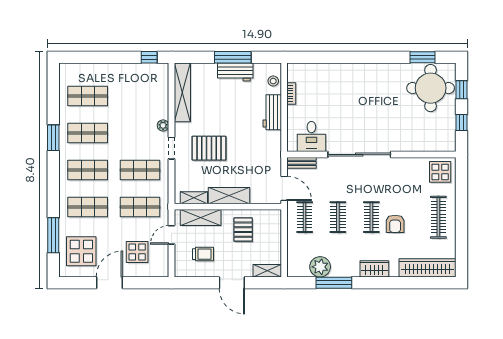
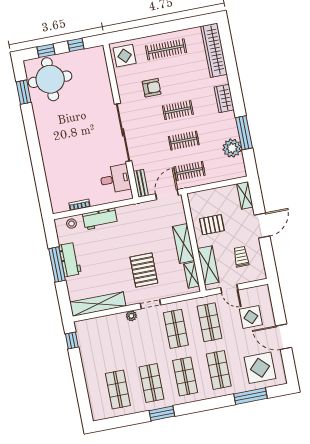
armchair: (395, 224) -> (152, 88), moved

